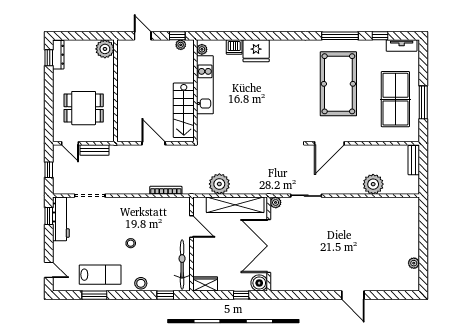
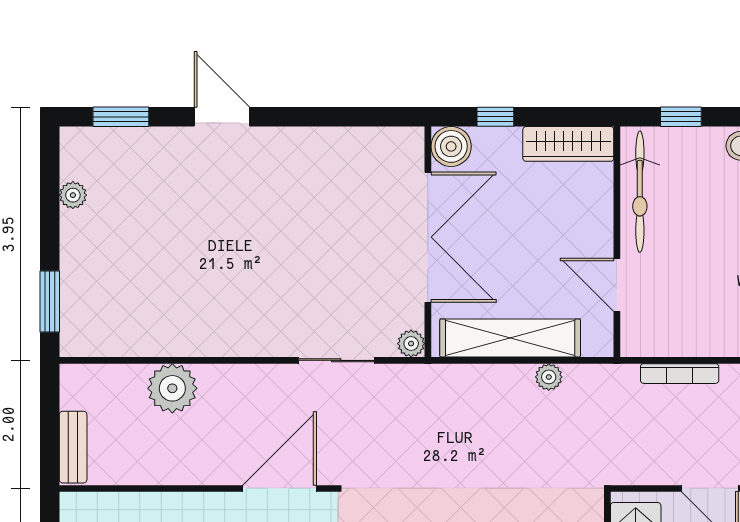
plant: (219, 184) -> (549, 377), width x0.53, depth x0.53
window: (423, 220) -> (50, 301), added
wardrobe: (205, 284) -> (568, 144), width x1.50
window: (394, 295) -> (121, 117), added

